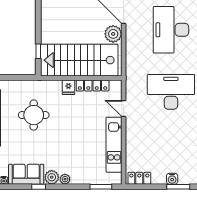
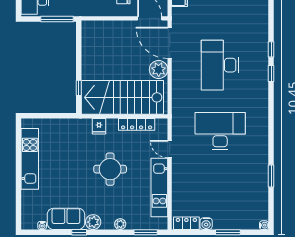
fridge: (68, 87) -> (99, 126), moved
round table: (34, 115) -> (110, 169), moved
plant: (65, 179) -> (120, 224), moved
water cooler: (172, 179) -> (206, 224), moved

